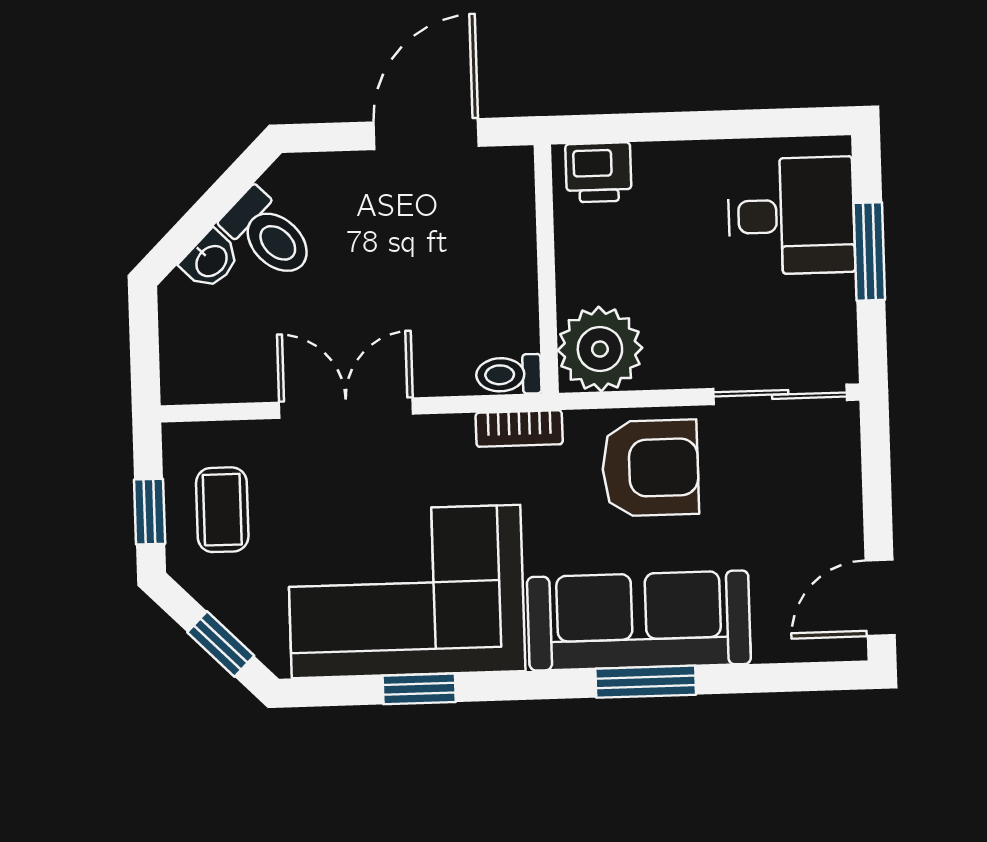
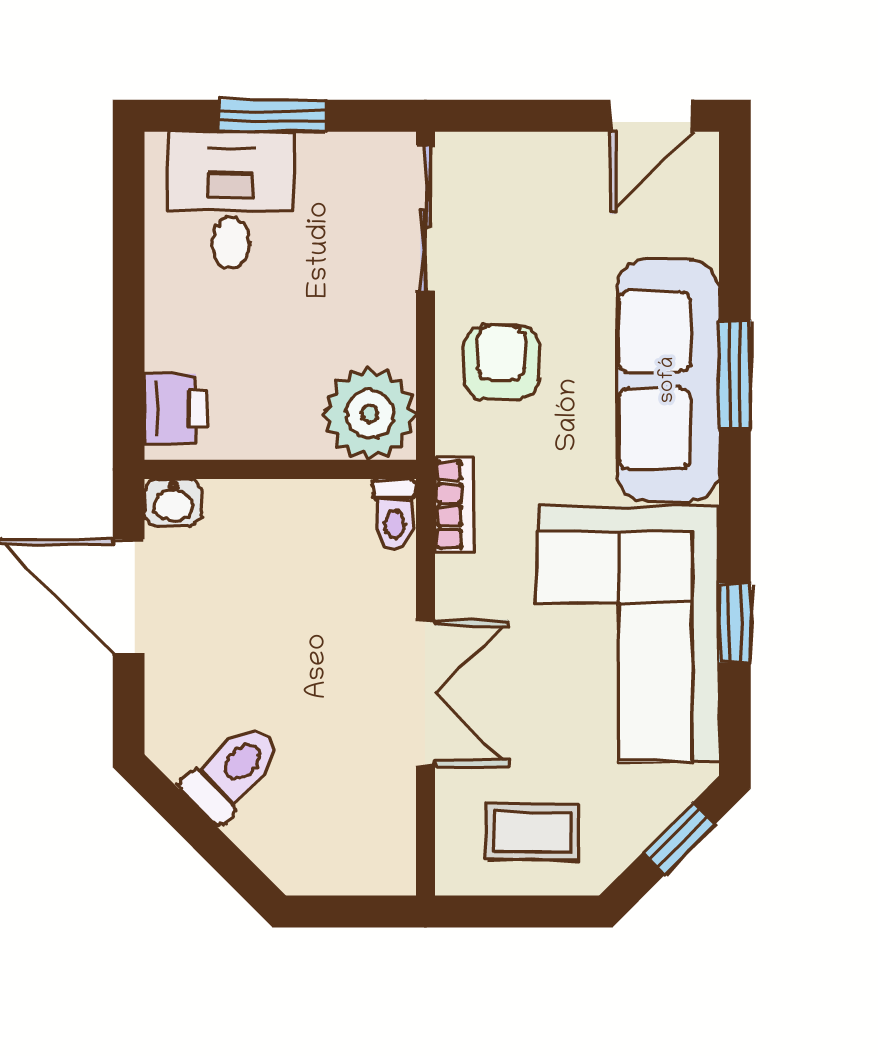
washbasin: (211, 260) -> (173, 502), moved, turned 135
double door: (346, 408) -> (425, 693), swing flipped
armchair: (650, 468) -> (501, 362), width x0.72, depth x0.72
window: (150, 512) -> (532, 911), removed
door: (880, 598) -> (651, 116), hinge flipped

